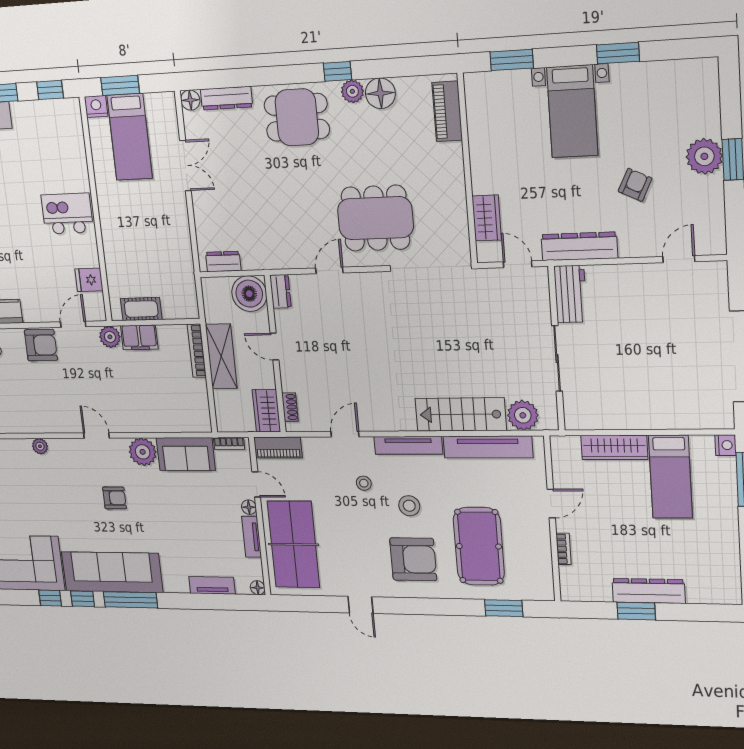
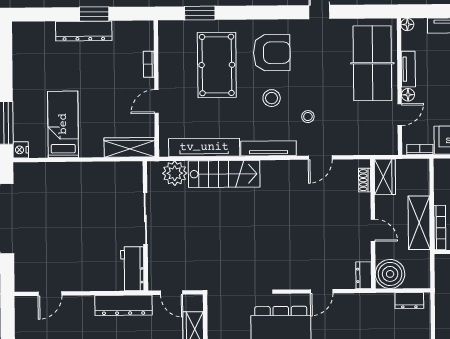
wardrobe: (614, 447) -> (130, 147), moved
piano: (278, 448) -> (378, 146), removed
door: (256, 484) -> (400, 115), swing flipped
armchair: (413, 559) -> (272, 53), turned 180

